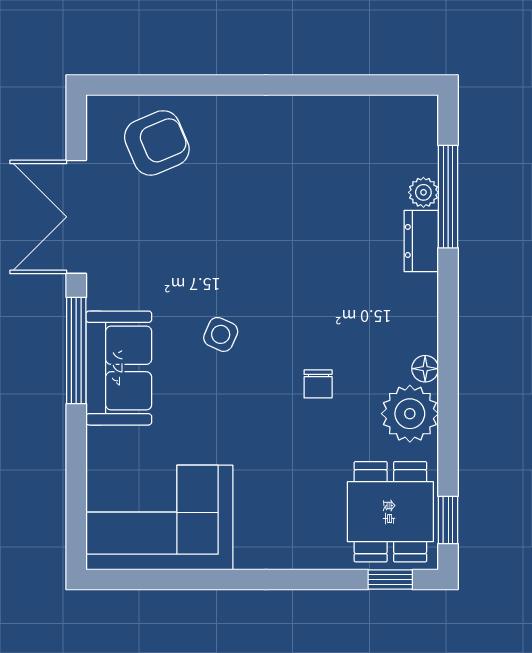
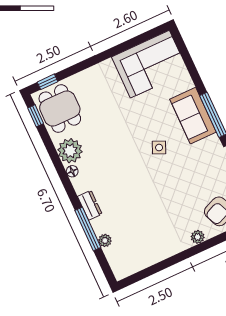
plant: (226, 110) -> (198, 237), added
window: (448, 197) -> (88, 229), moved
dresser: (421, 241) -> (90, 205), moved
chair: (318, 384) -> (112, 146), removed

